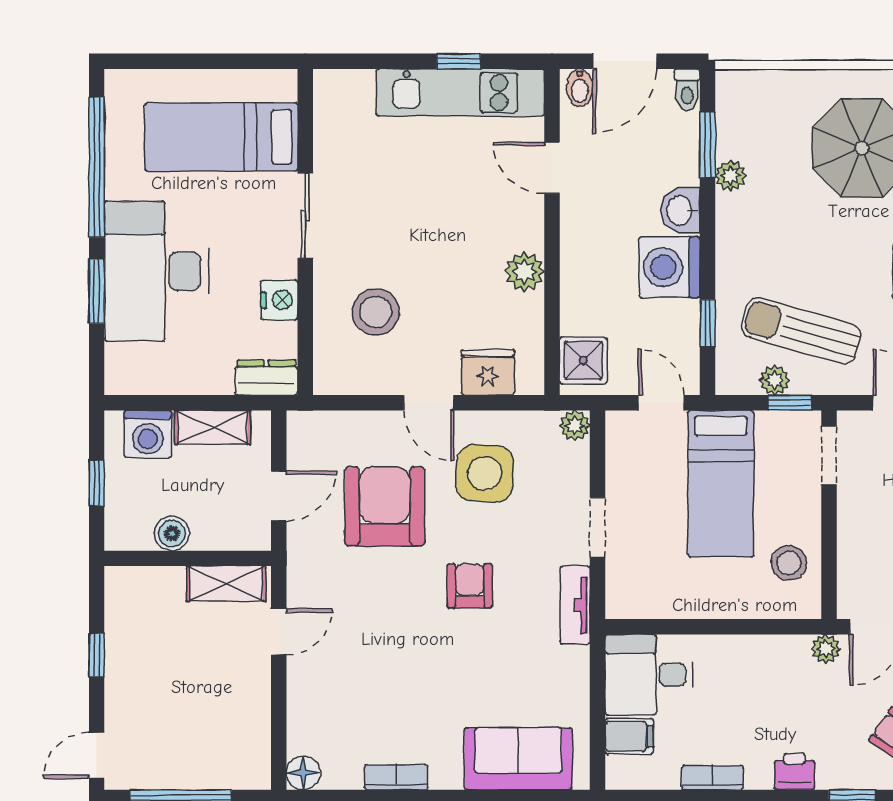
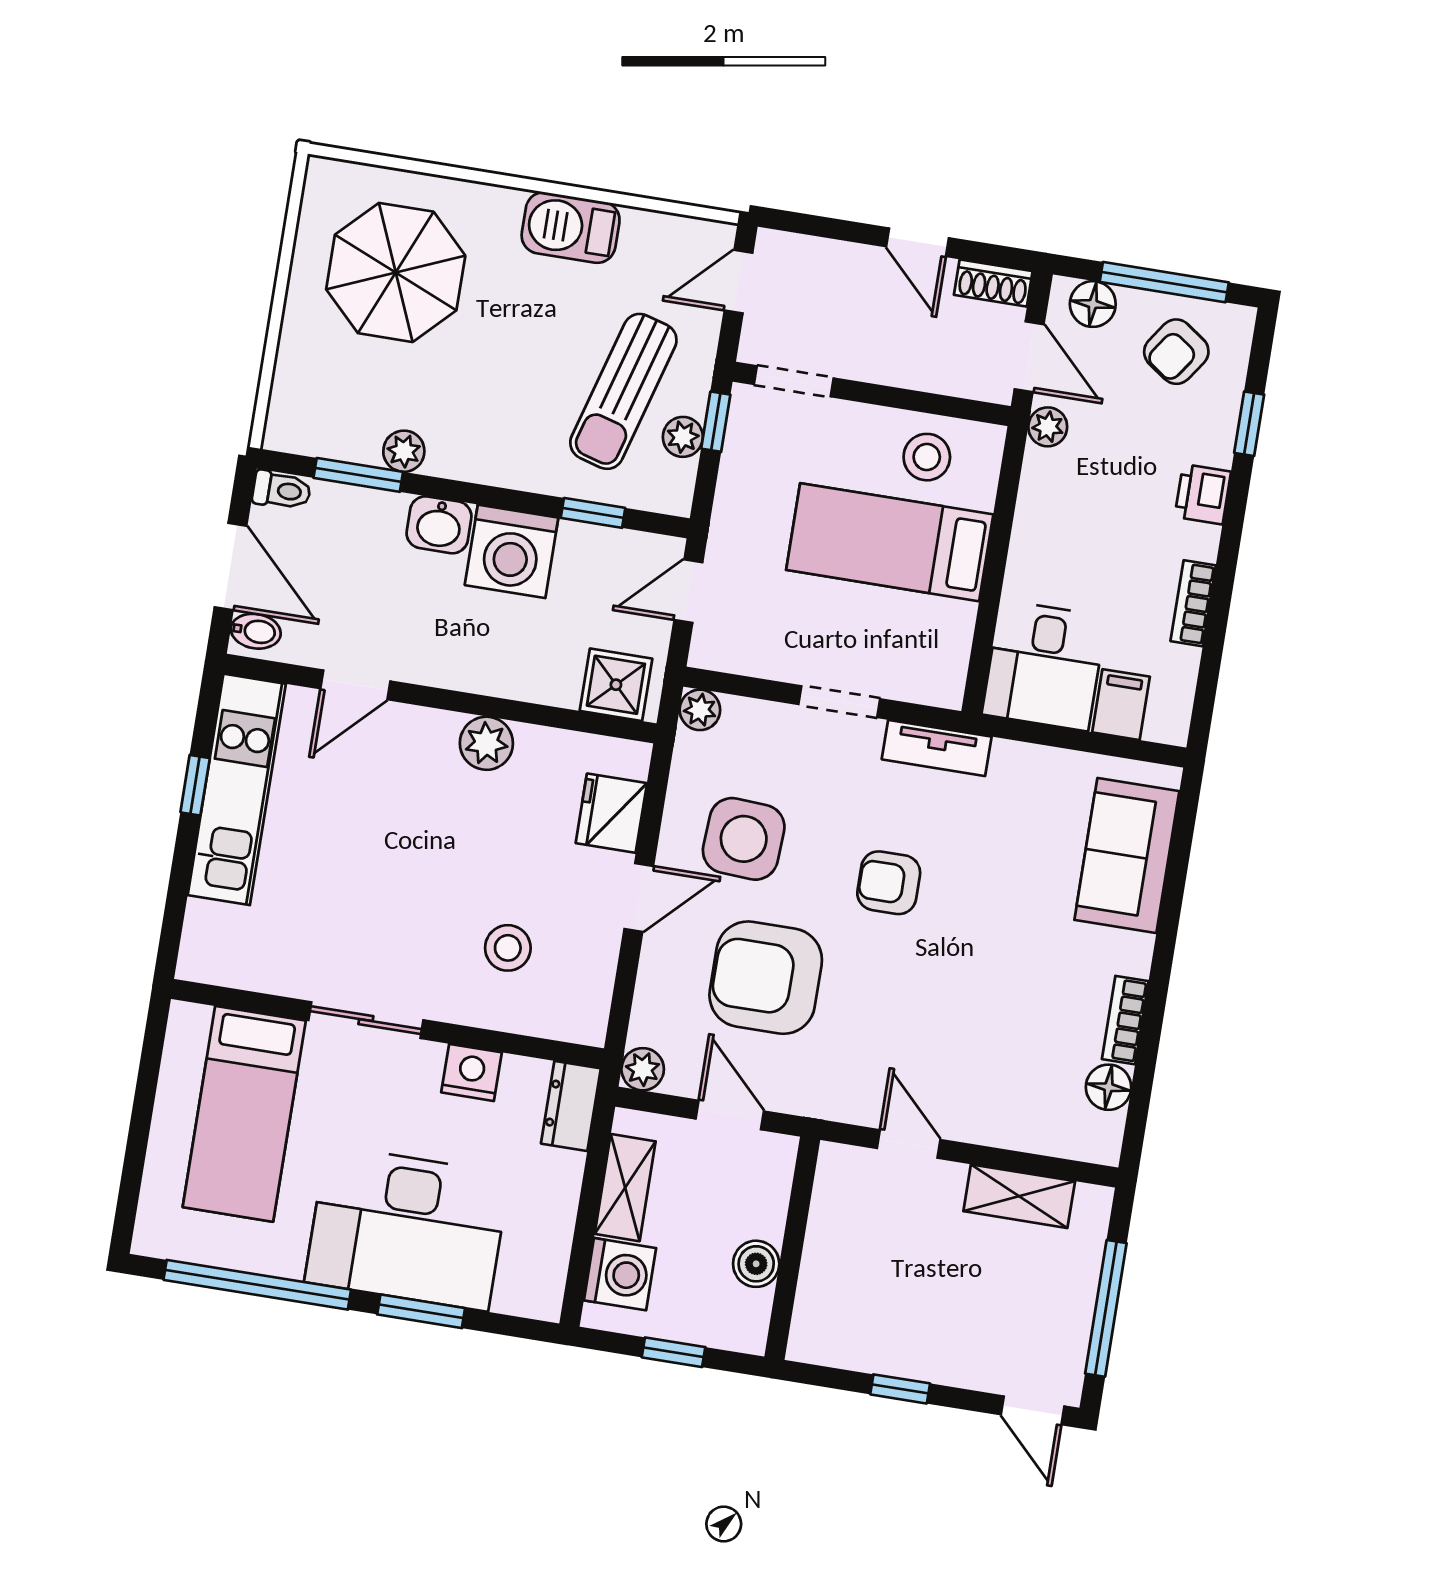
stool: (376, 312) -> (508, 948), width x0.73, depth x0.73
plant: (302, 426) -> (643, 1069), added
bed: (721, 484) -> (890, 542), moved, turned 180
shelving: (226, 584) -> (1019, 1196), moved, turned 90
floor lamp: (303, 773) -> (1109, 1087), moved

